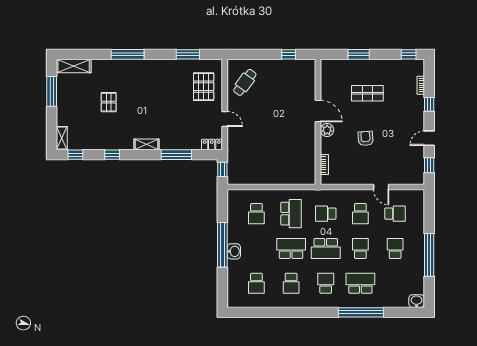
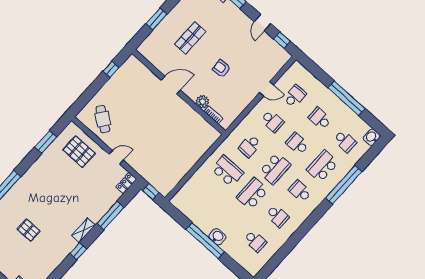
plant: (327, 130) -> (202, 102), moved
window: (112, 155) -> (78, 251), moved
school desk: (256, 214) -> (345, 141), moved

